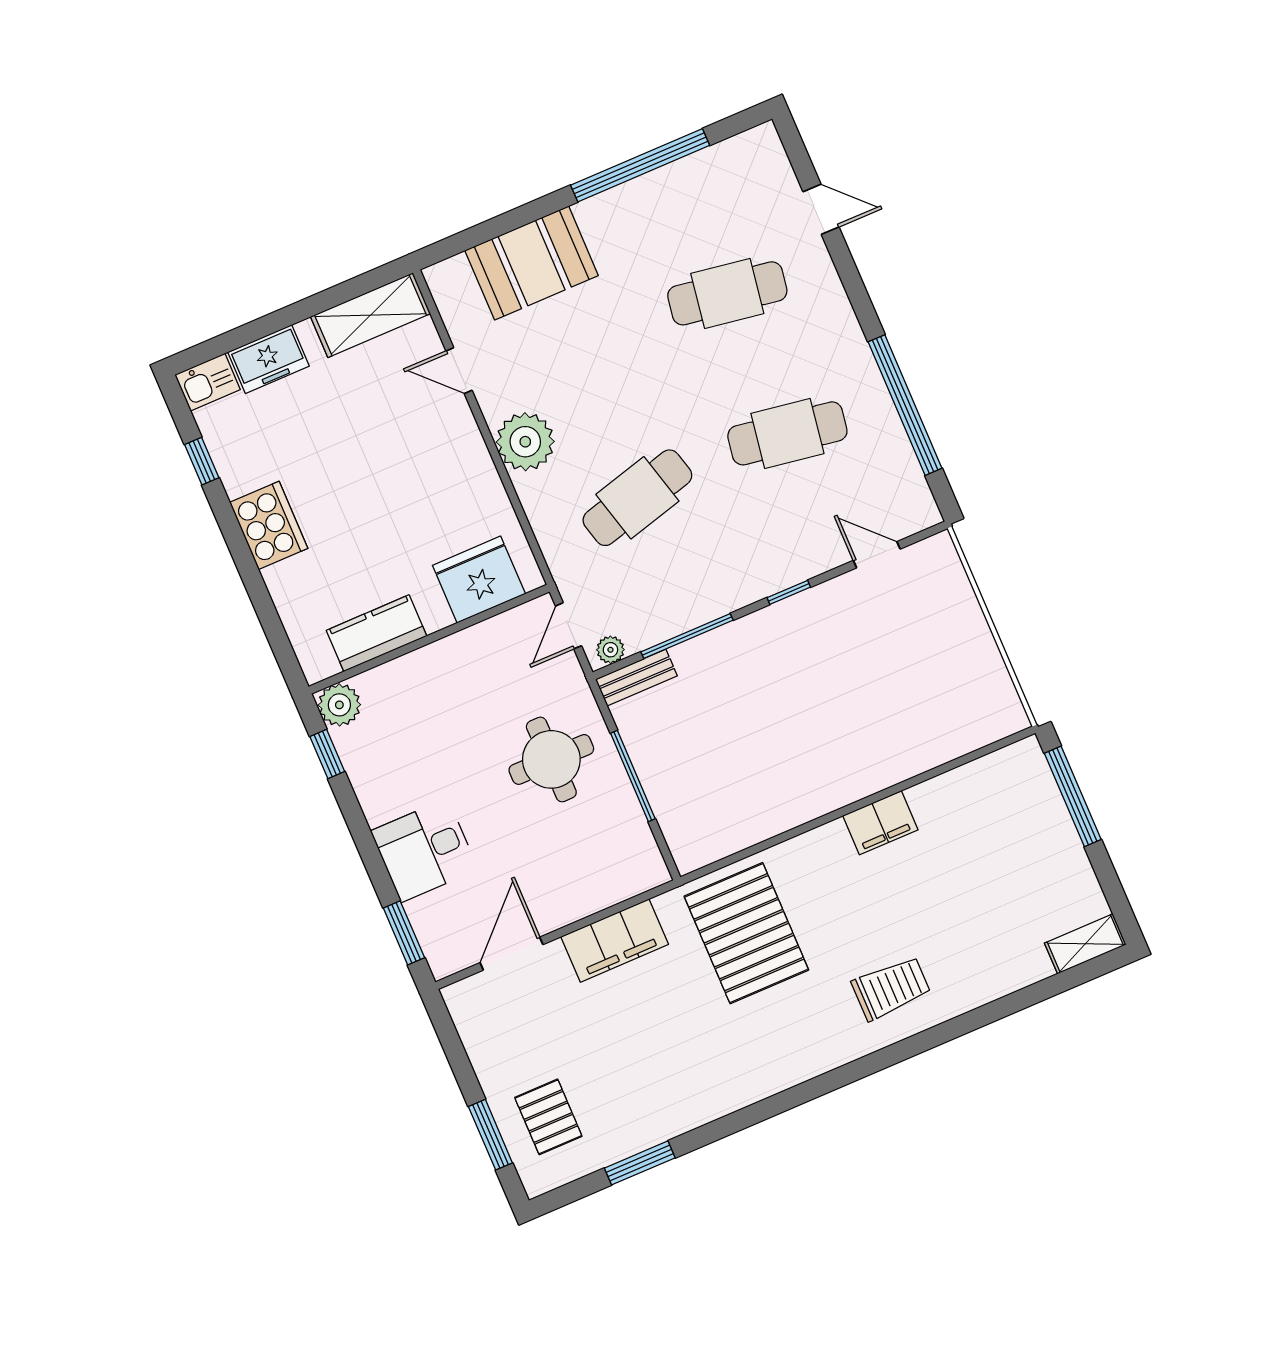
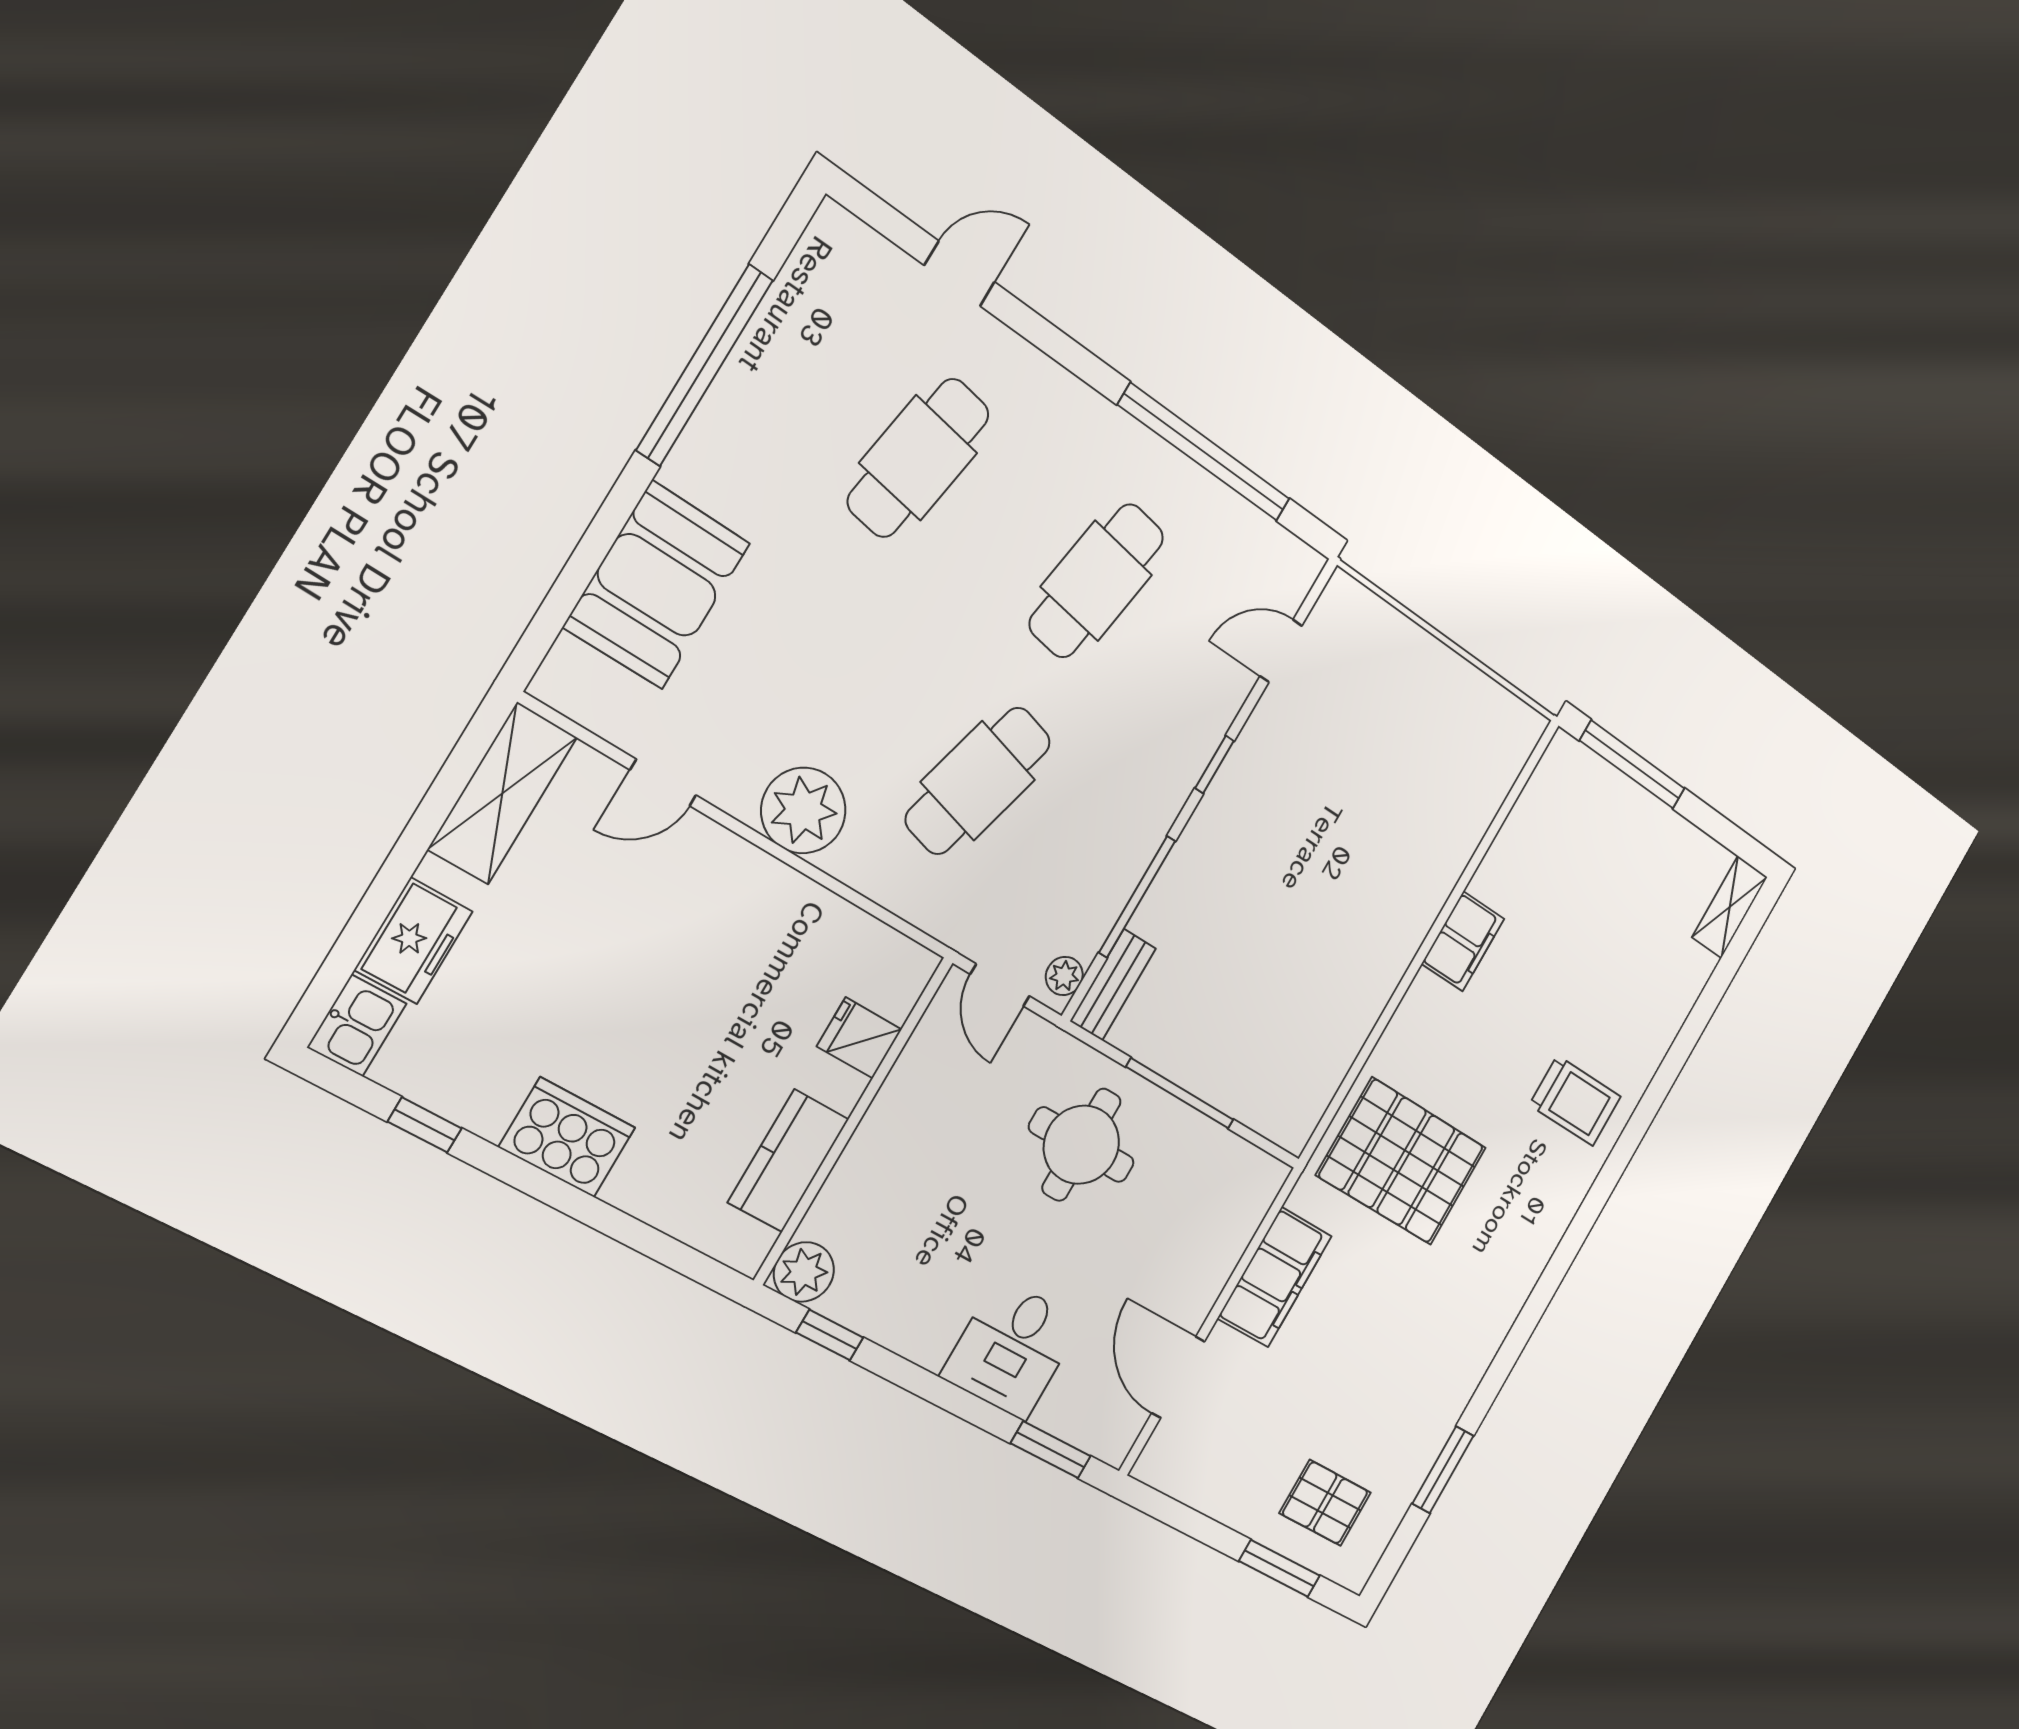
cafe table: (637, 498) -> (978, 781), turned 30
fridge: (479, 580) -> (859, 1038), width x0.53, depth x0.75
trolley: (891, 988) -> (1575, 1101), turned 90

